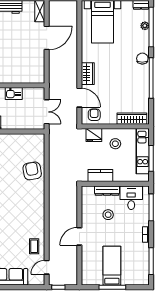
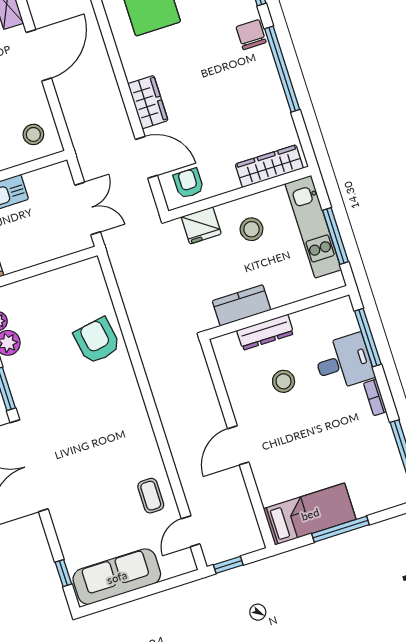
stool: (33, 72) -> (33, 134), added
desk: (131, 198) -> (344, 362), moved, turned 90
bed: (112, 266) -> (310, 514), moved, turned 90

